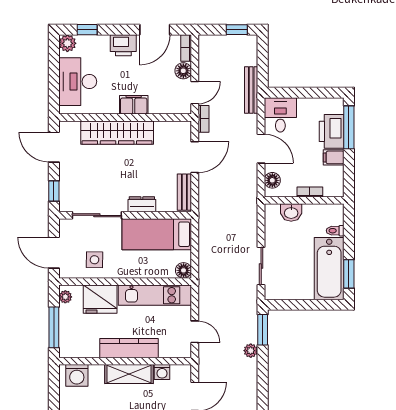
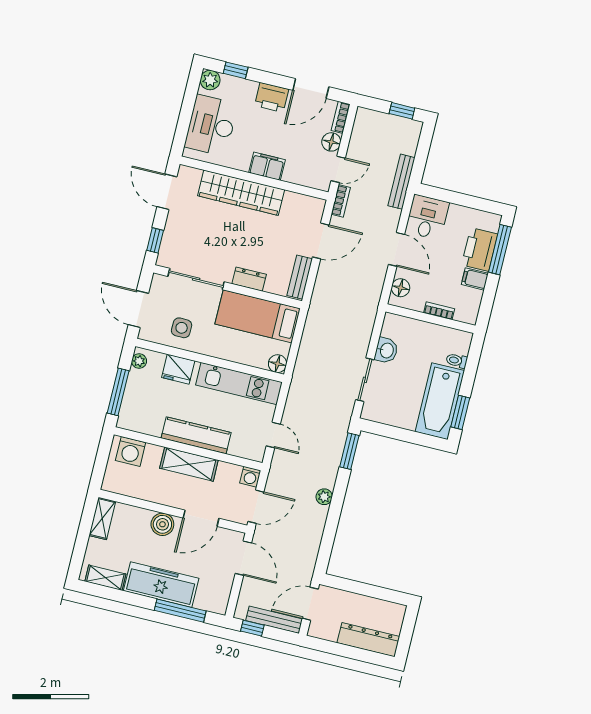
washbasin: (291, 213) -> (386, 350), moved, turned -90
fridge: (100, 299) -> (178, 369), width x0.73, depth x0.75
plant: (251, 351) -> (324, 497), moved
washing machine: (162, 372) -> (250, 477), moved

